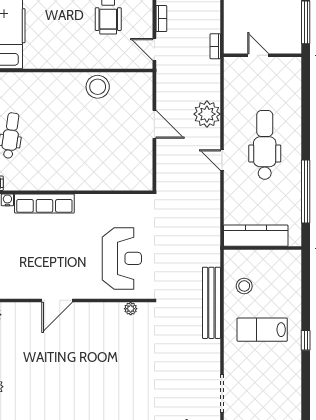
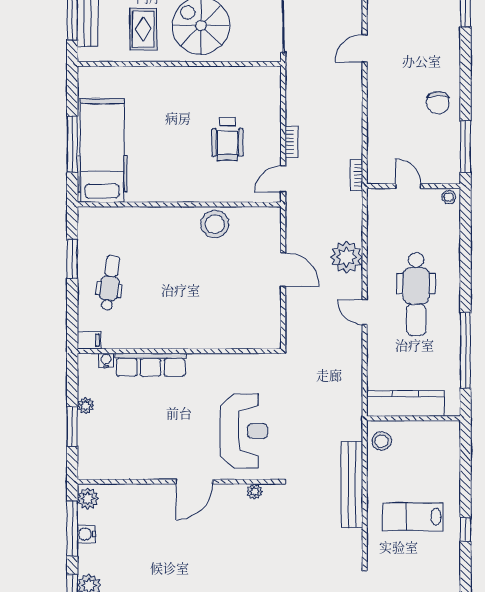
door: (154, 49) -> (283, 179), hinge flipped
stool: (292, 64) -> (449, 197), added
dental chair: (265, 145) -> (416, 294), turned 180
stool: (244, 286) -> (382, 441), moved
door: (57, 300) -> (194, 482), moved

